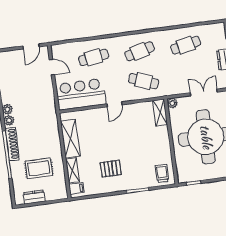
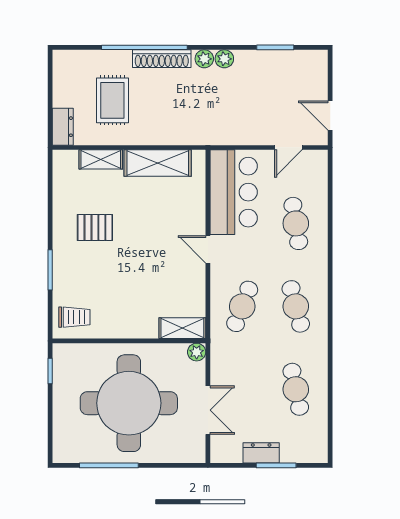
pallet: (111, 169) -> (95, 227), turned 90
filing cabinet: (76, 188) -> (68, 162), removed
dresser: (34, 197) -> (63, 127), moved

